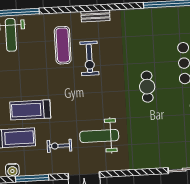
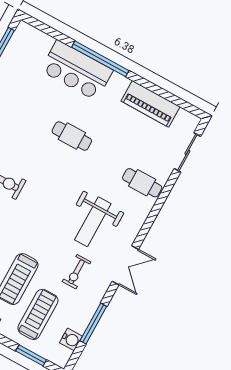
cafe table: (145, 152) -> (142, 183), added

